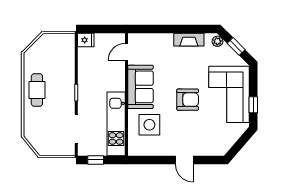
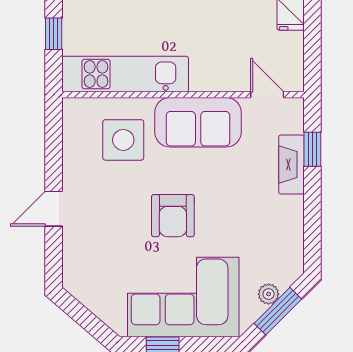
window: (154, 29) -> (312, 149), added
fireplace: (189, 40) -> (291, 165), moved
plant: (217, 41) -> (269, 294), moved
window: (236, 46) -> (278, 311), width x1.50

